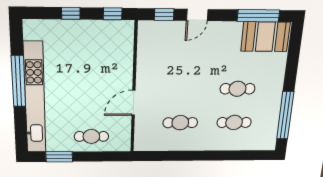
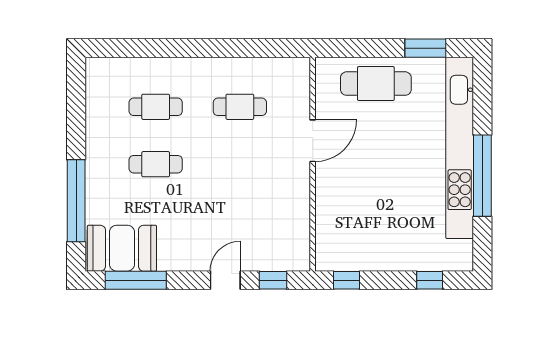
window: (71, 13) -> (430, 280), moved
window: (285, 115) -> (76, 201), moved
cafe table: (91, 136) -> (376, 84), width x1.37, depth x1.35

